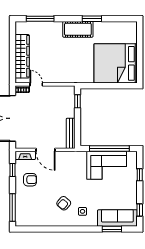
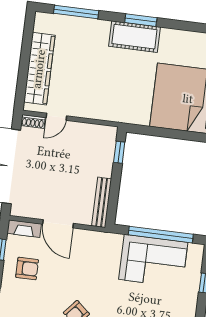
window: (92, 19) -> (141, 20), moved
door: (36, 84) -> (56, 117), swing flipped

